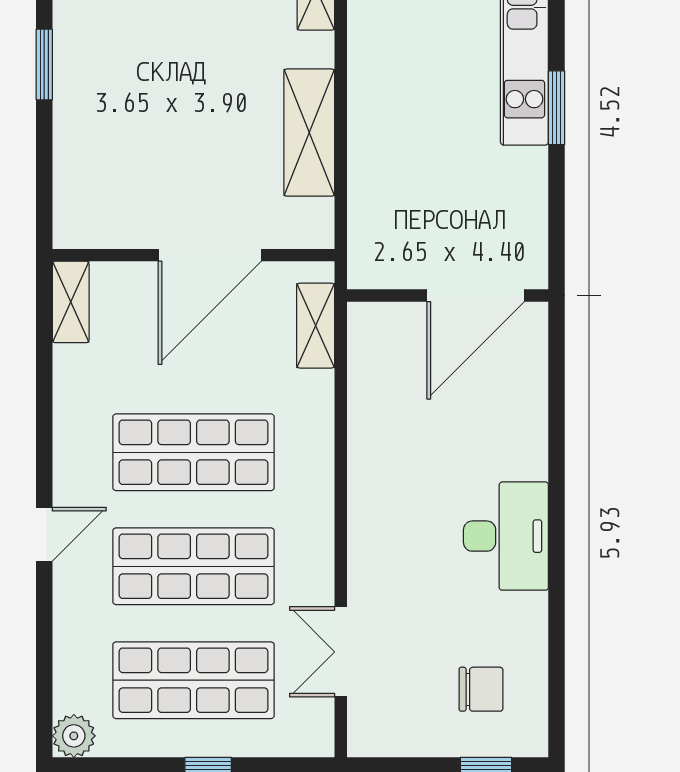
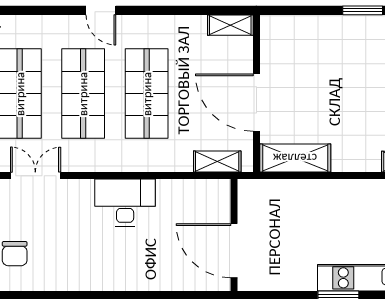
shelving: (309, 133) -> (295, 158), moved
desk: (506, 536) -> (125, 203), moved, turned 180

